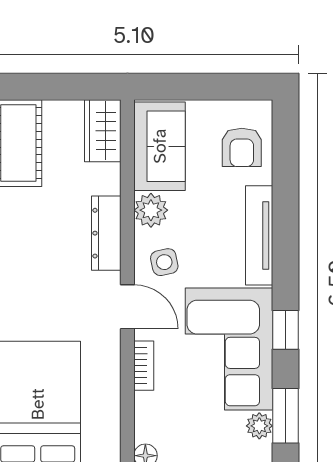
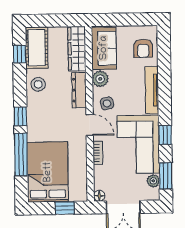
wardrobe: (103, 131) -> (77, 49), width x1.50
stool: (21, 220) -> (38, 84), added

